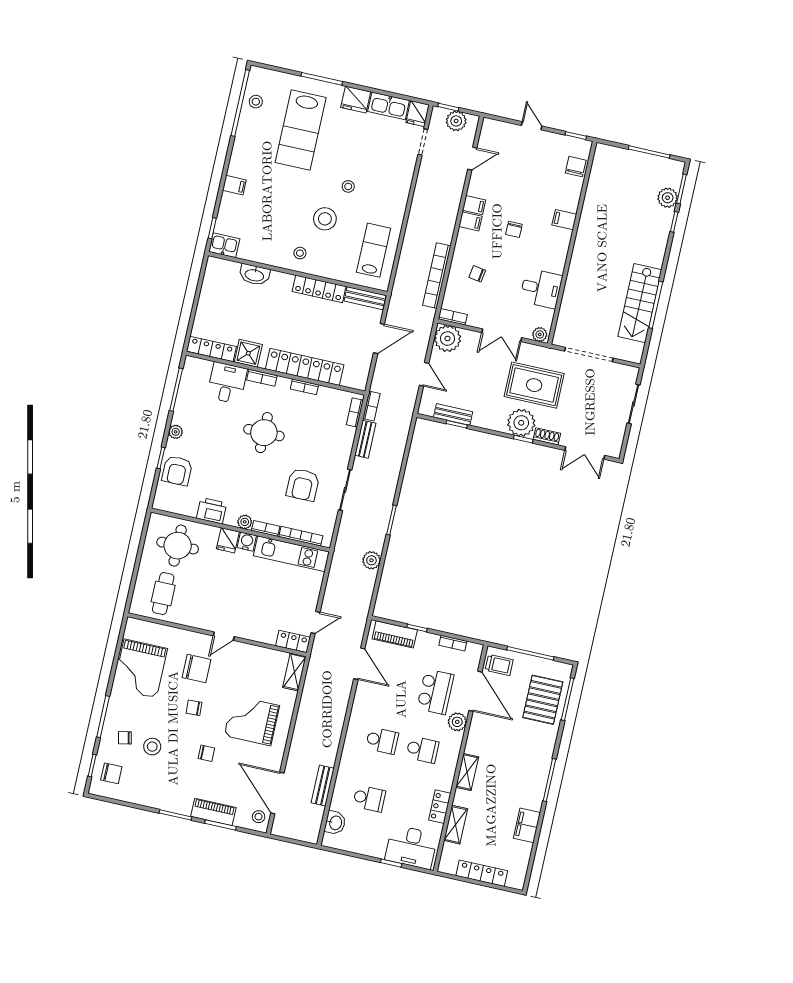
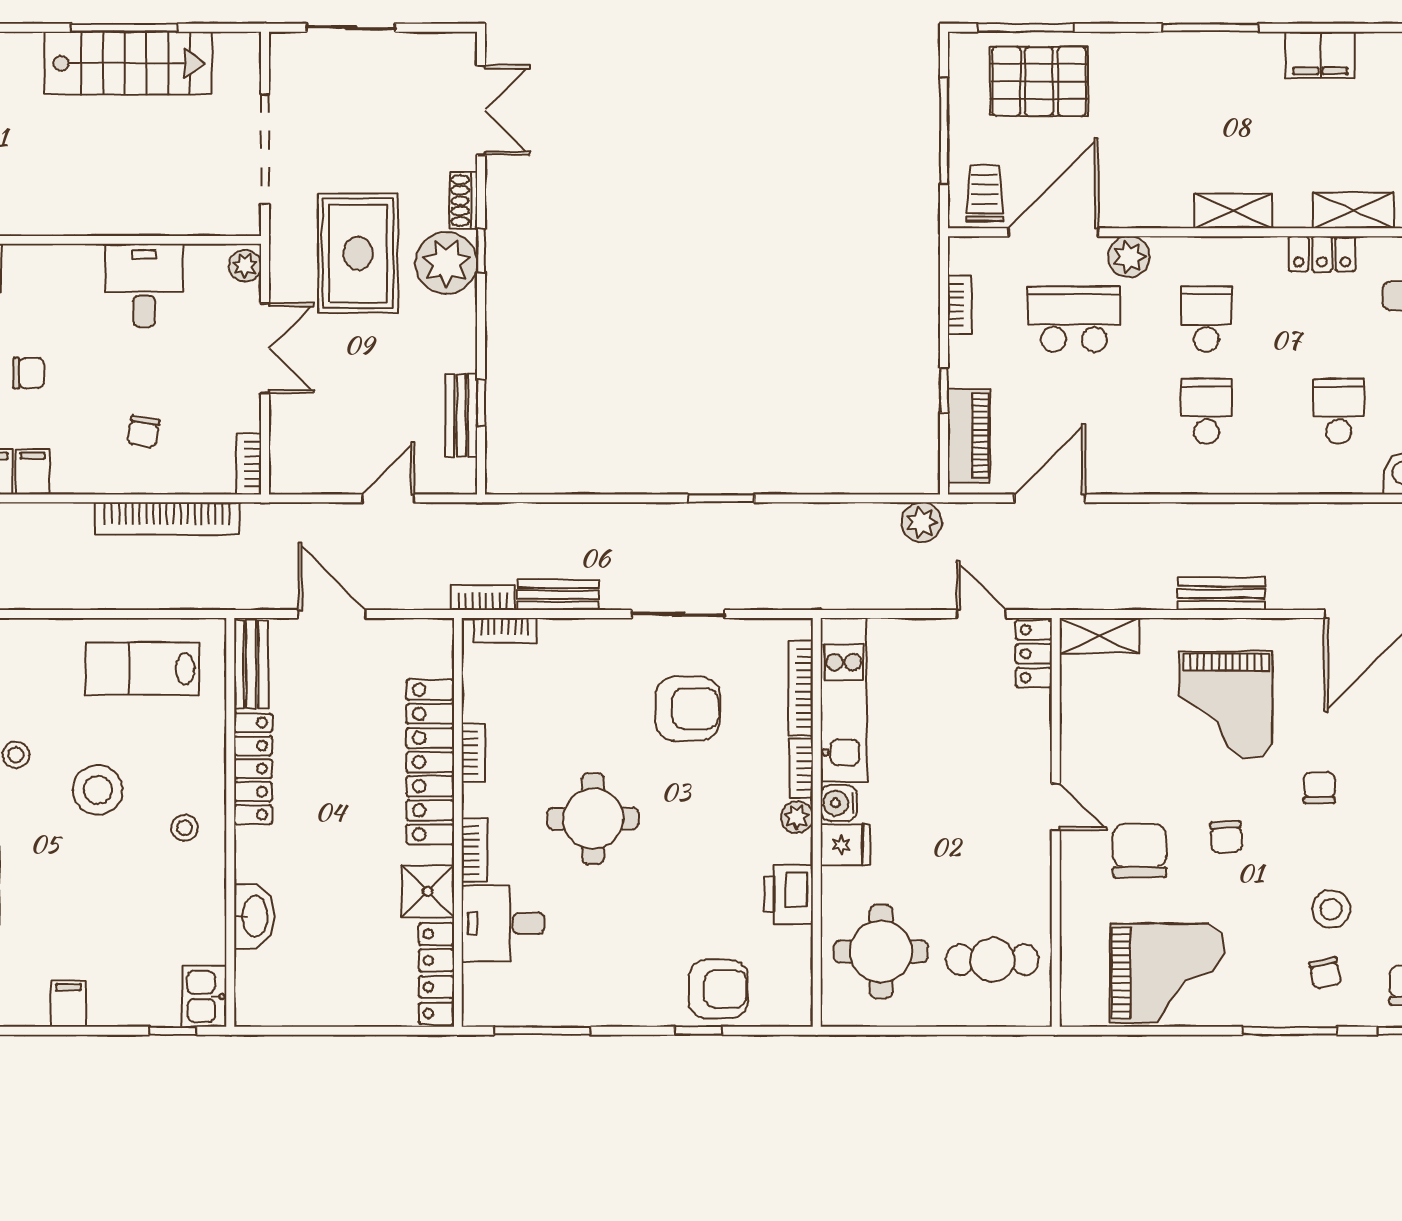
plant: (447, 338) -> (299, 465), removed
plant: (176, 432) -> (634, 1011), removed
plant: (371, 560) -> (922, 522), moved
bench: (323, 786) -> (1221, 594), moved

